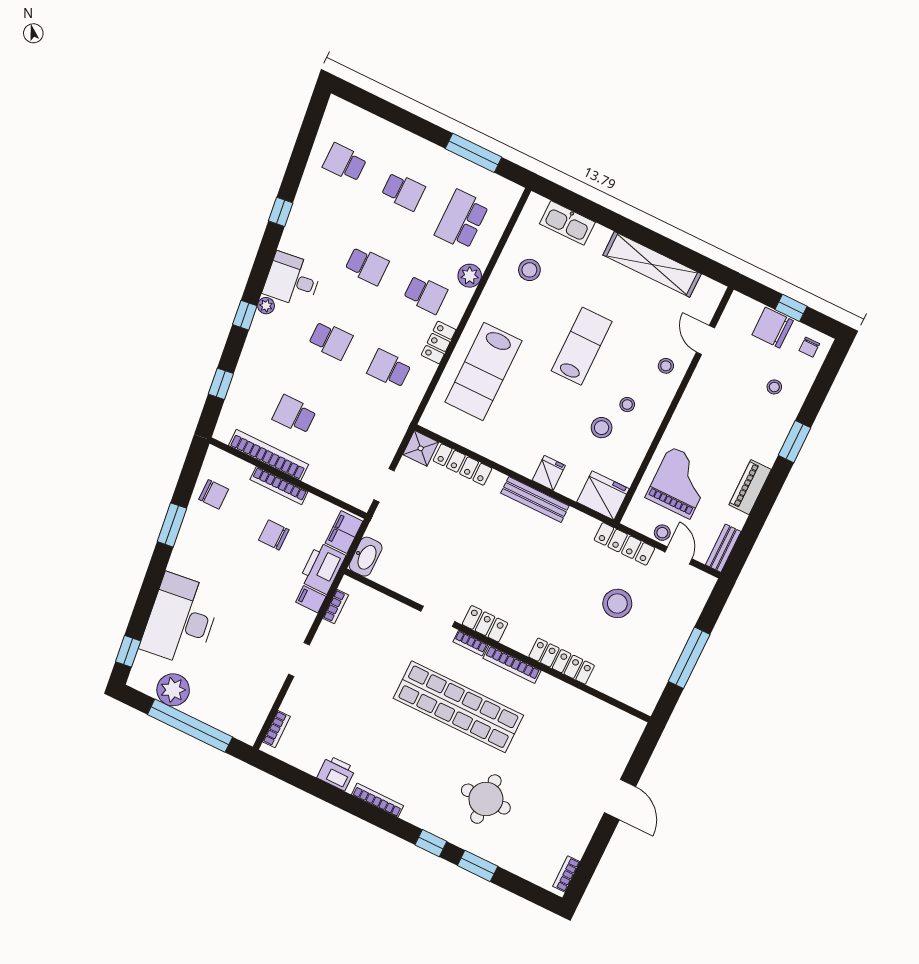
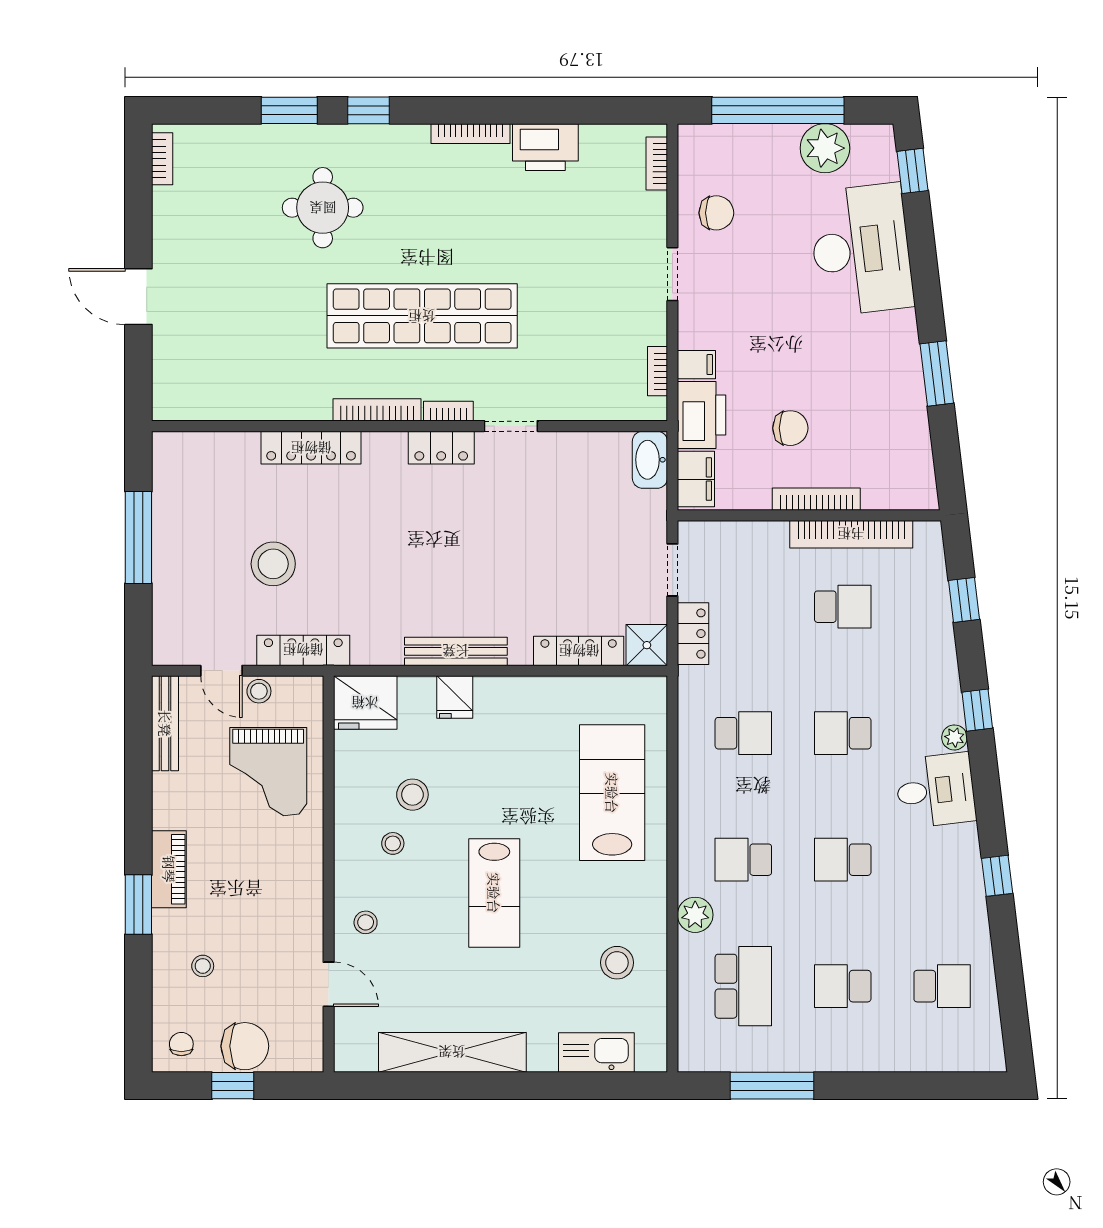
locker: (439, 342) -> (693, 634), moved
piano: (750, 487) -> (169, 869), moved
chair: (214, 494) -> (716, 213), moved, turned 180
bench: (723, 548) -> (165, 723), width x1.36
printer: (336, 773) -> (545, 147), width x1.37, depth x1.19

